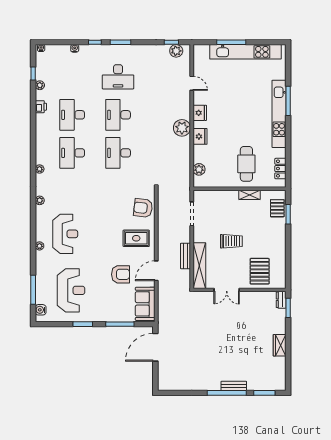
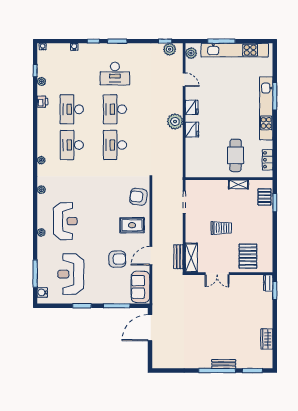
plant: (199, 169) -> (191, 53), moved
bench: (186, 256) -> (178, 257), moved
shelving: (199, 266) -> (191, 258), width x0.68
reception desk: (71, 290) -> (71, 274), turned 180
wardrobe: (280, 345) -> (267, 339), moved

